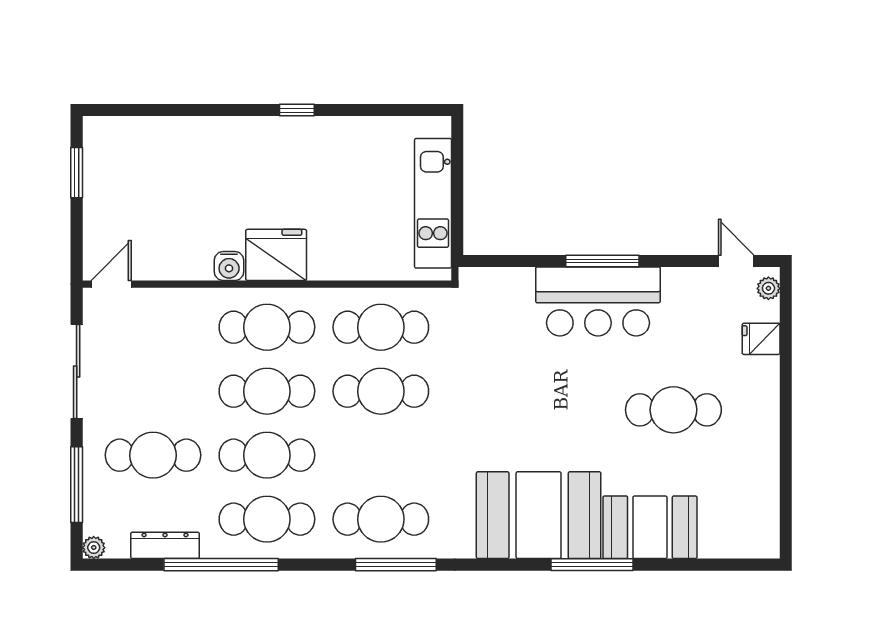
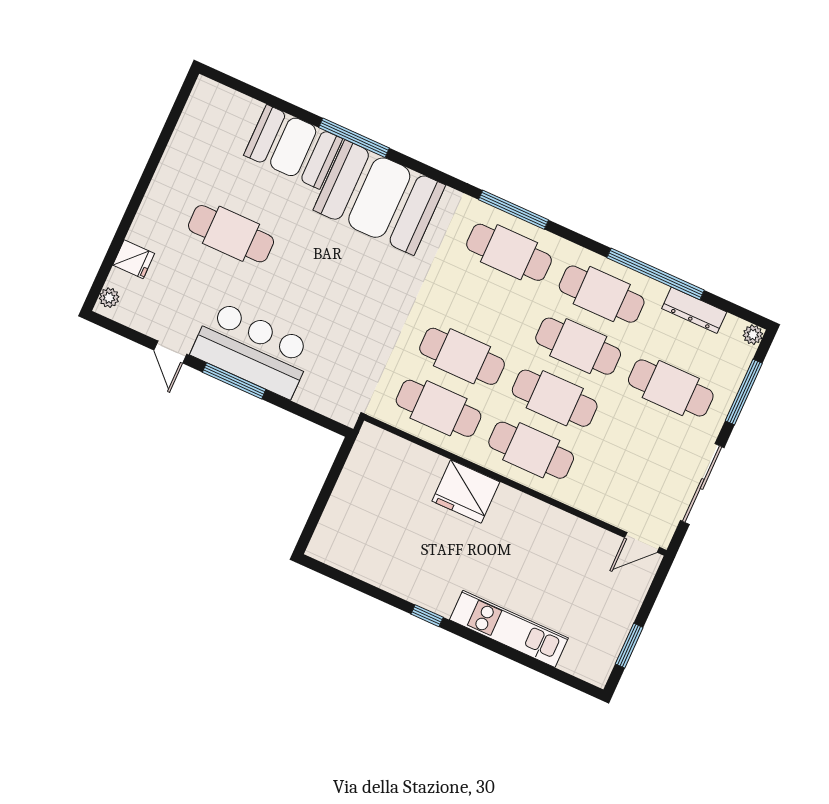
kitchen unit: (433, 203) -> (509, 629), moved, turned -90
fridge: (276, 255) -> (466, 491), moved
door: (736, 261) -> (170, 352), moved
water cooler: (229, 266) -> (540, 514), removed

